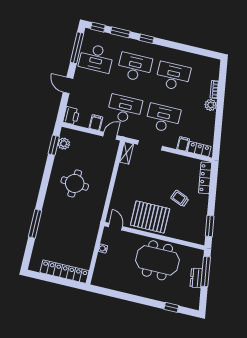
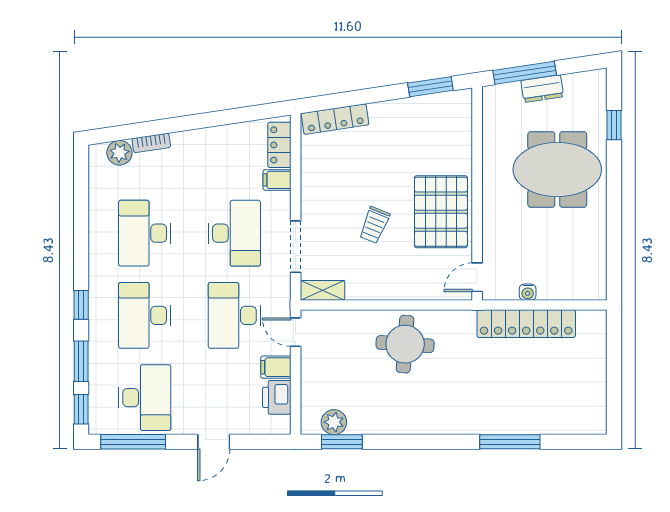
plant: (211, 105) -> (119, 153), moved
printer: (71, 116) -> (277, 397), moved, turned -90
desk: (163, 118) -> (234, 233), turned 180
round table: (75, 183) -> (405, 344), moved
trolley: (180, 198) -> (374, 225), moved
meeting table: (157, 260) -> (557, 169), moved, turned 90
locker: (64, 272) -> (526, 324), moved, turned -90

